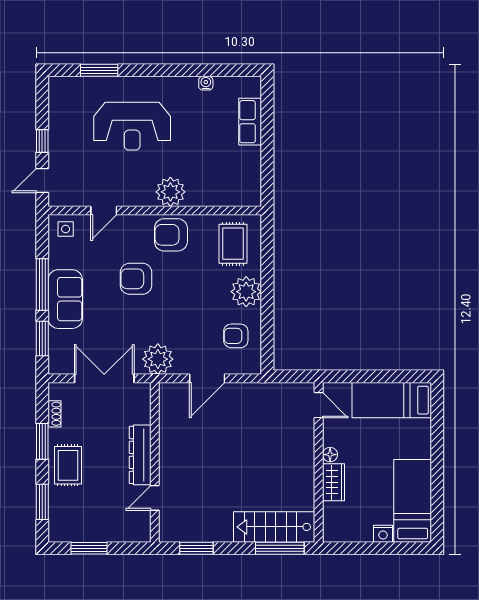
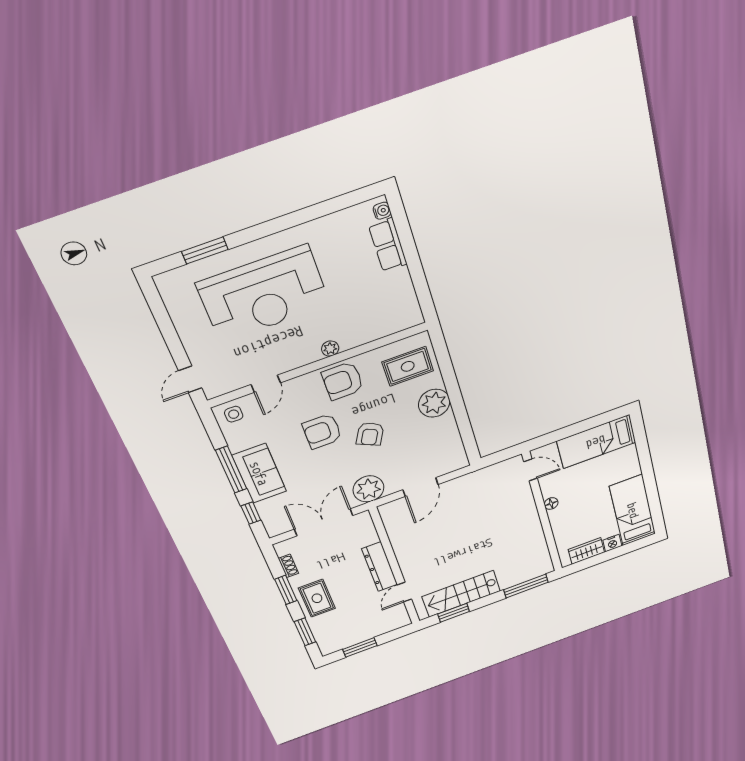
water cooler: (206, 83) -> (382, 211), moved, turned 90
reception desk: (132, 126) -> (264, 294), width x1.36, depth x1.30
window: (42, 141) -> (173, 343), removed
plant: (170, 192) -> (330, 349), width x0.53, depth x0.53
rug: (233, 244) -> (408, 366), turned 90
armchair: (236, 336) -> (370, 434), moved, turned -63
window: (42, 338) -> (251, 513), width x0.67
wardrobe: (333, 482) -> (586, 551), moved, turned -90
stairs: (274, 527) -> (461, 594), moved

